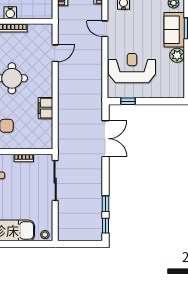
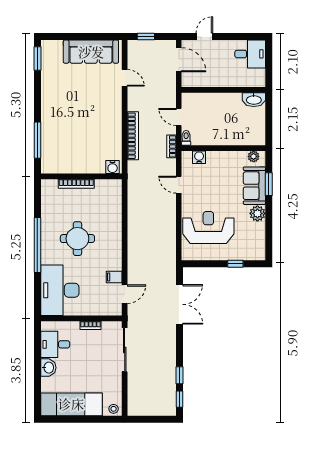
water cooler: (10, 13) -> (113, 167), moved
door: (55, 53) -> (125, 294), moved
window: (128, 101) -> (235, 264), moved
filing cabinet: (45, 108) -> (114, 277), width x0.50

